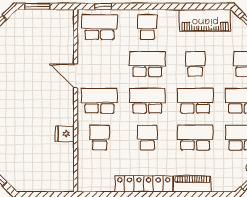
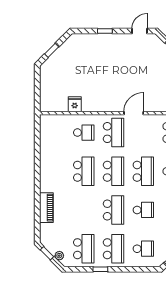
fridge: (65, 134) -> (75, 104), moved
school desk: (147, 138) -> (84, 171), width x1.85
school desk: (195, 138) -> (84, 210), removed
locker: (144, 184) -> (46, 168), removed

